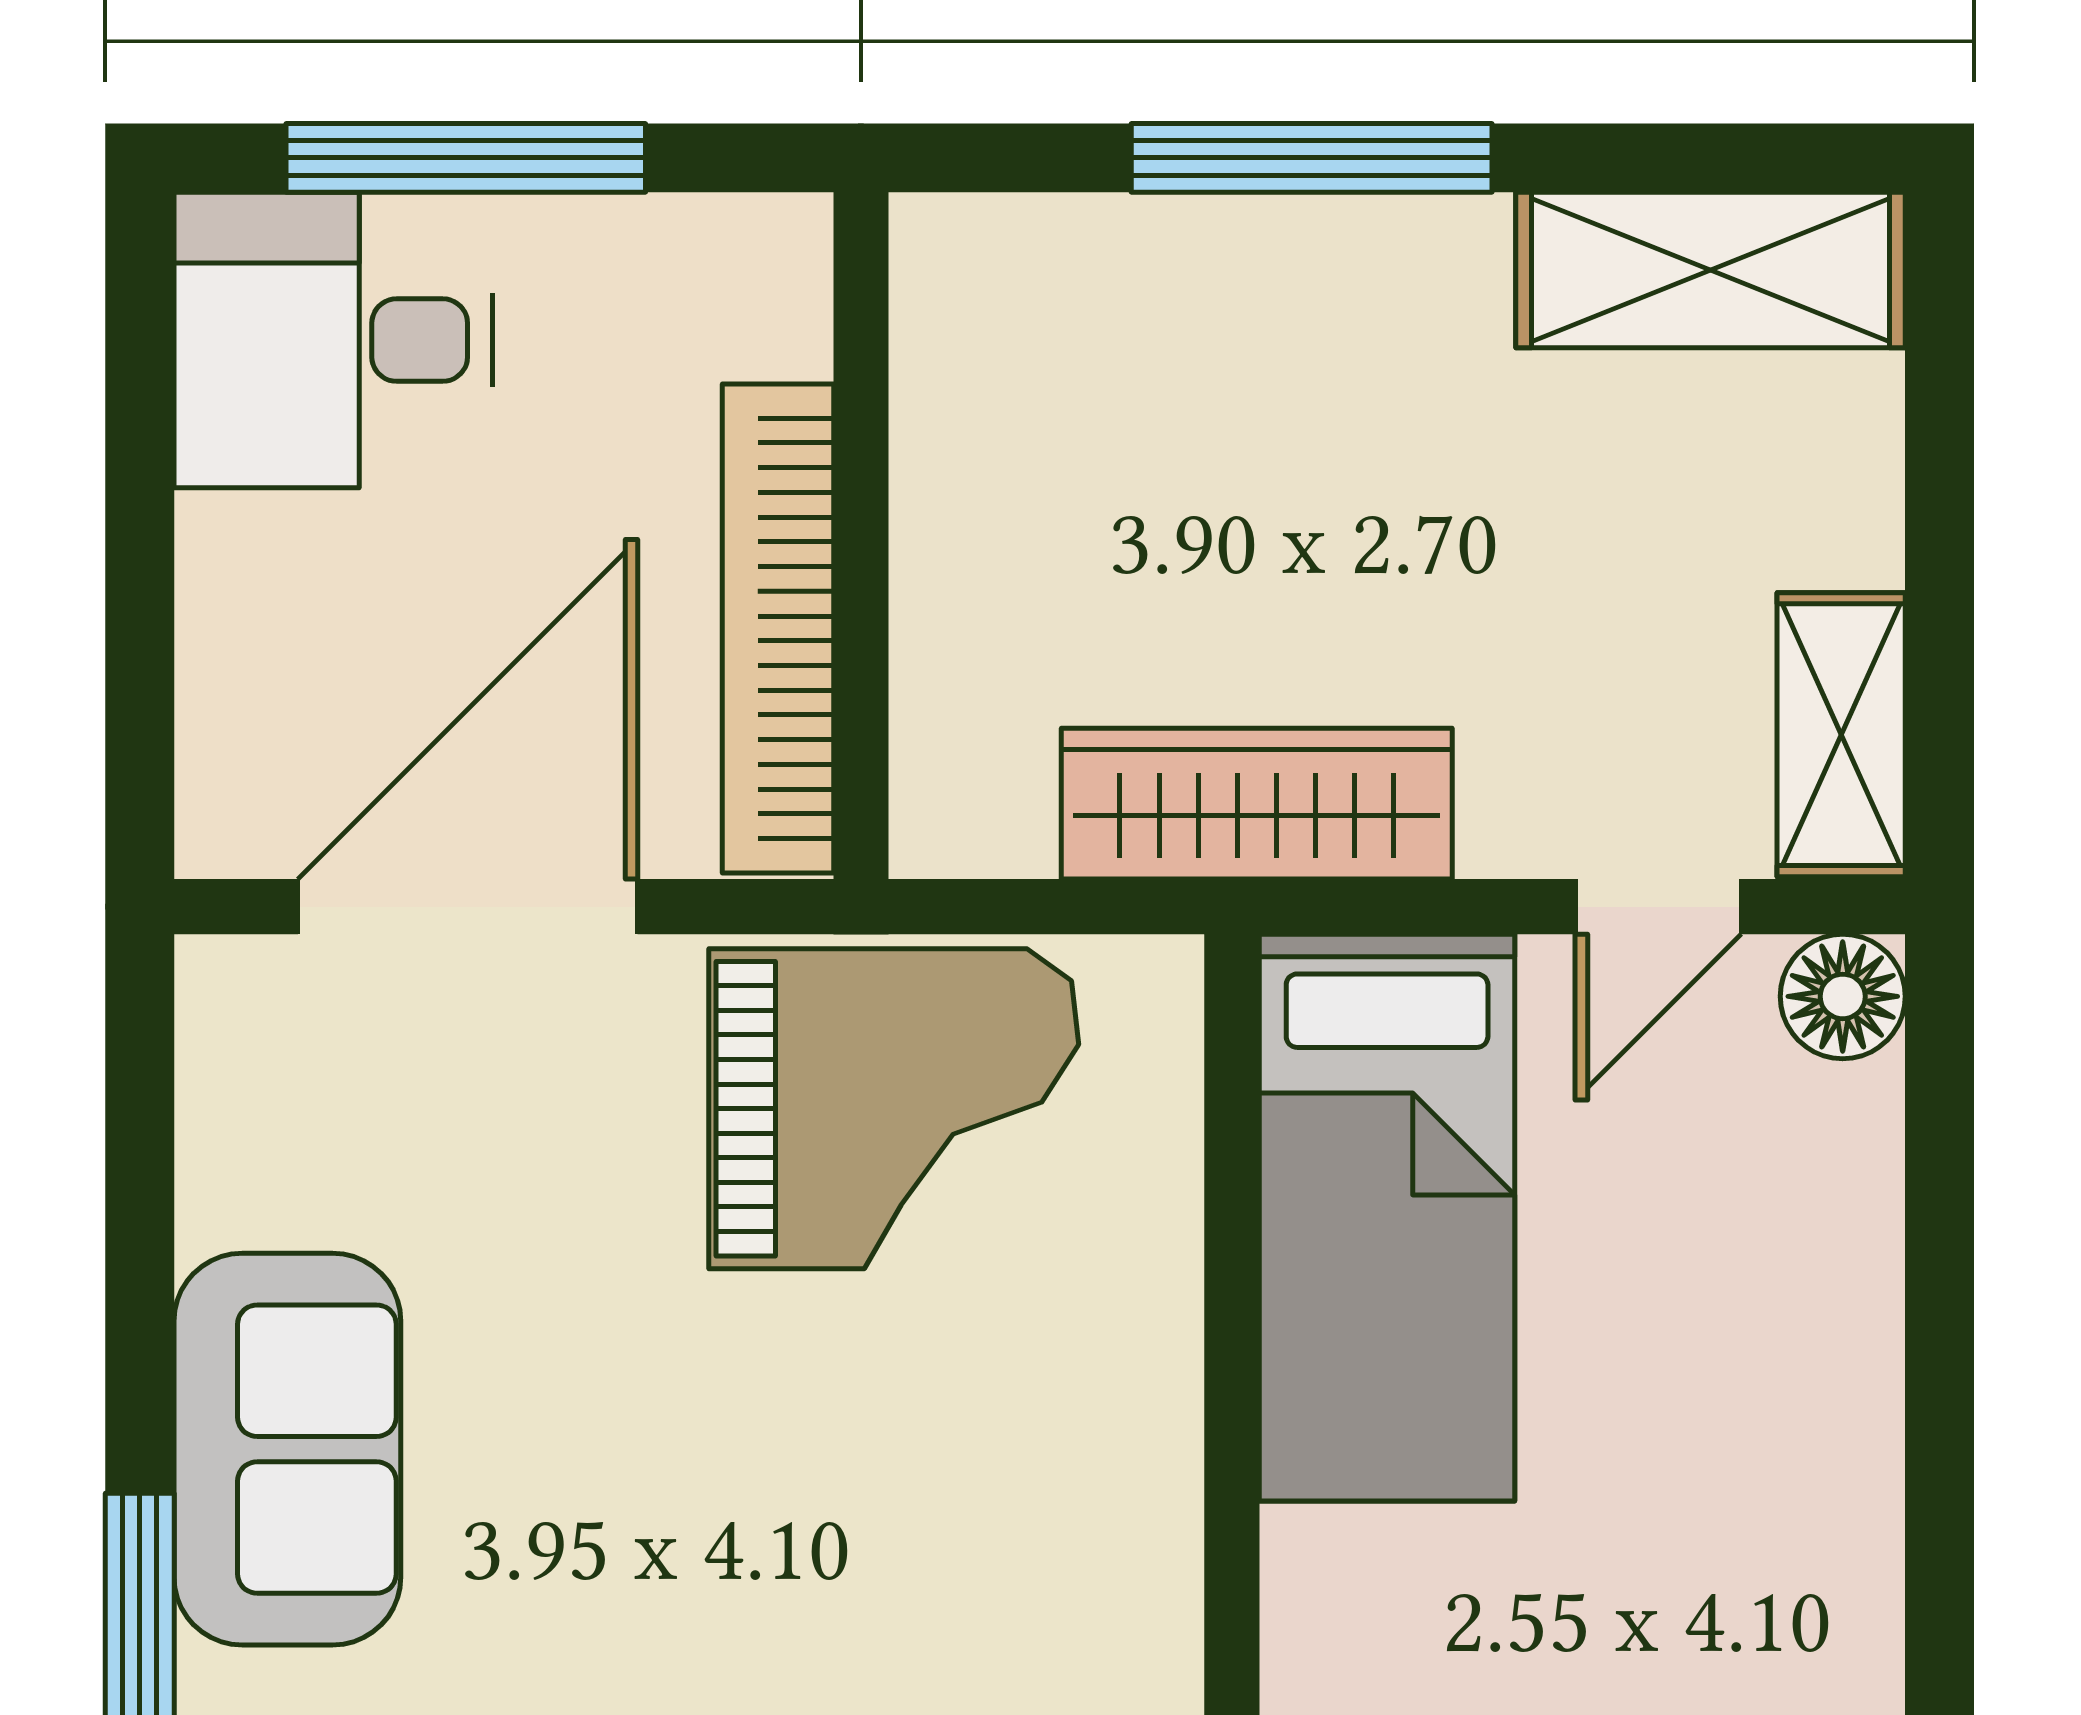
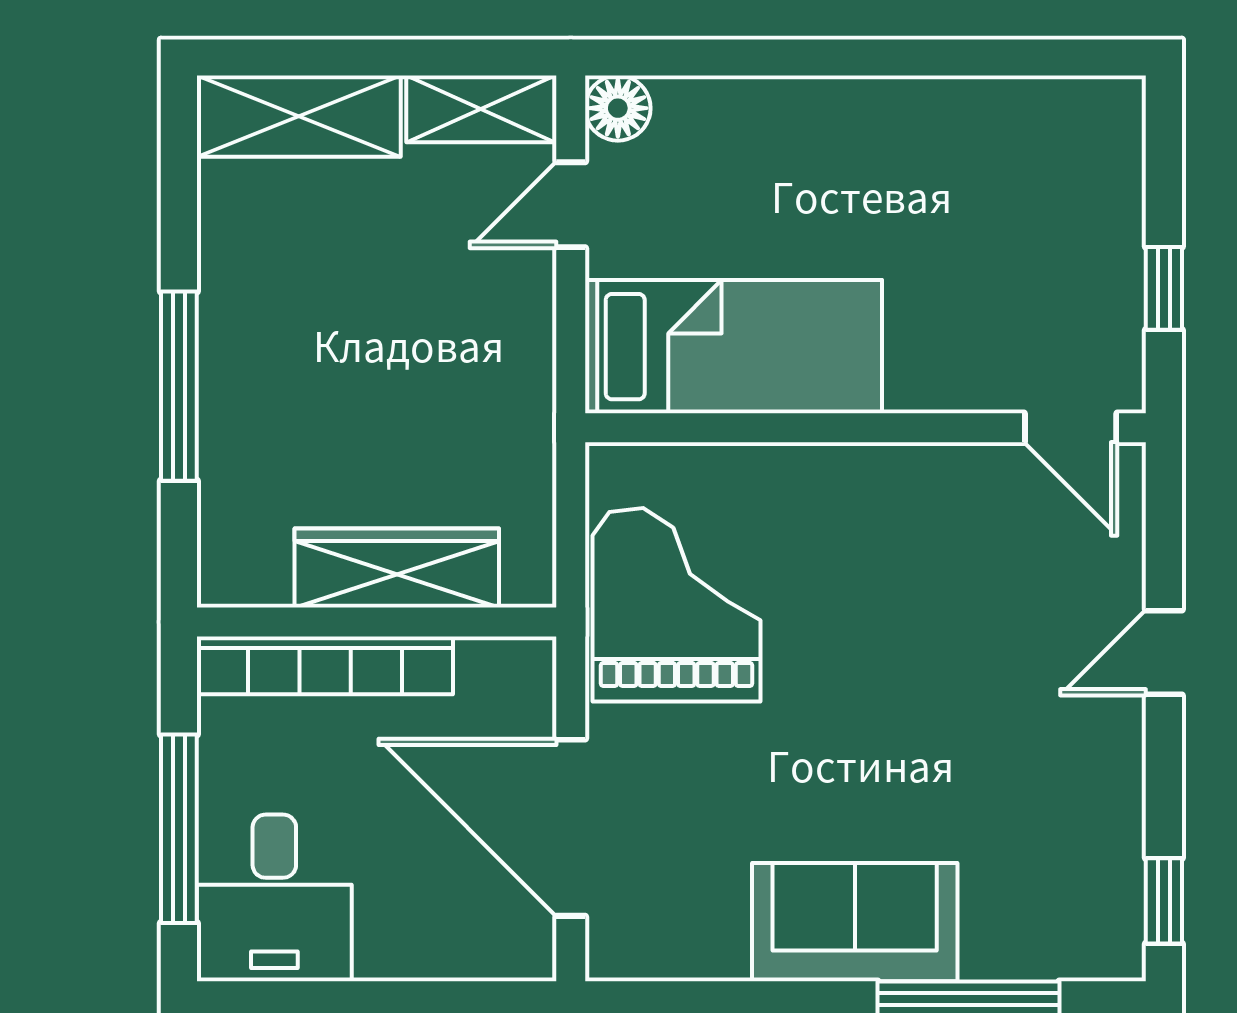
shelving: (1710, 270) -> (299, 116), moved, turned 90
bookcase: (778, 628) -> (325, 665), moved
wardrobe: (1257, 804) -> (397, 568), moved, turned 90
door: (1658, 907) -> (571, 205), swing flipped

